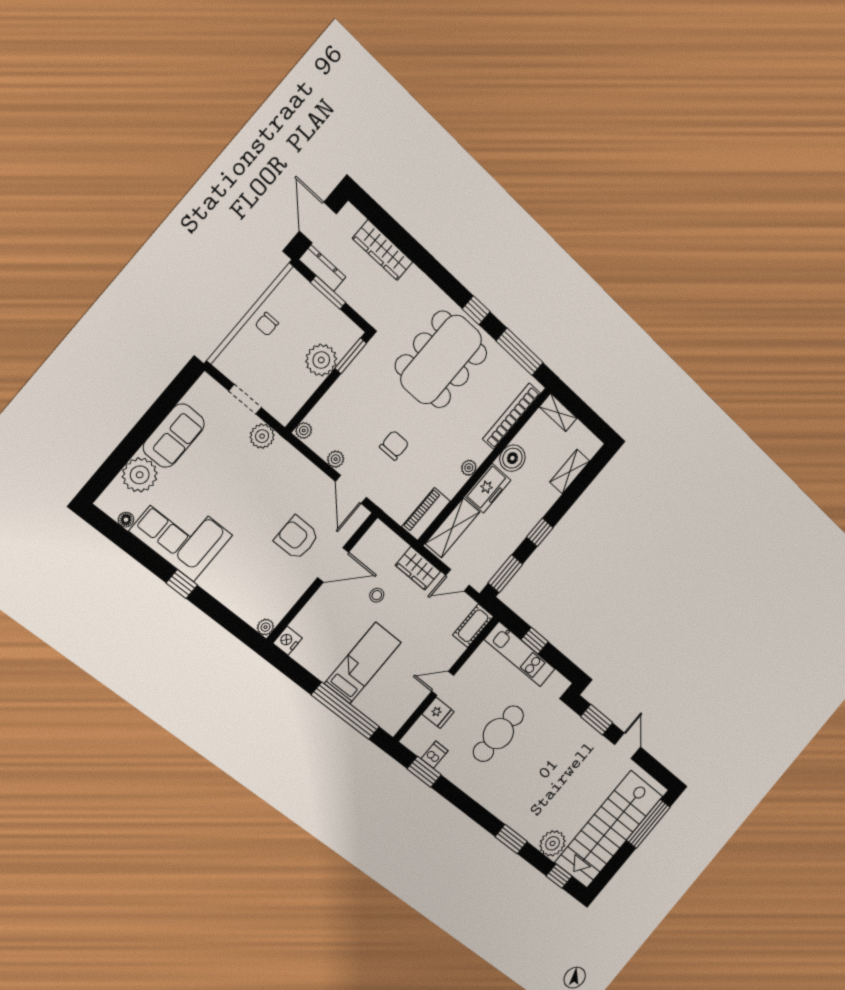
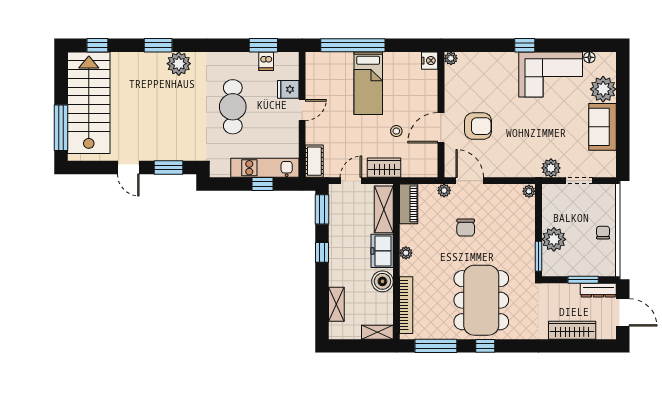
plant: (336, 459) -> (444, 190), moved
plant: (553, 843) -> (179, 64), moved

